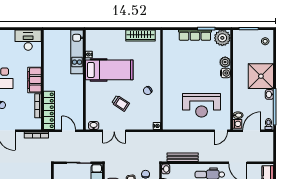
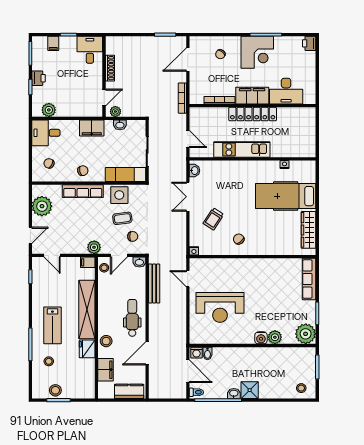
row of seats: (195, 35) -> (309, 279), moved
desk: (28, 40) -> (286, 91), moved, turned 90
kitchen unit: (77, 52) -> (242, 150), moved
hospital bed: (109, 70) -> (286, 196), moved, turned 90
shower: (261, 76) -> (250, 390), width x0.54, depth x0.54
trolley: (121, 103) -> (213, 219), moved
reception desk: (202, 105) -> (220, 307), turned -90
locker: (49, 110) -> (253, 114), moved
door: (69, 131) -> (188, 139), hinge flipped
door: (221, 131) -> (188, 279), moved

